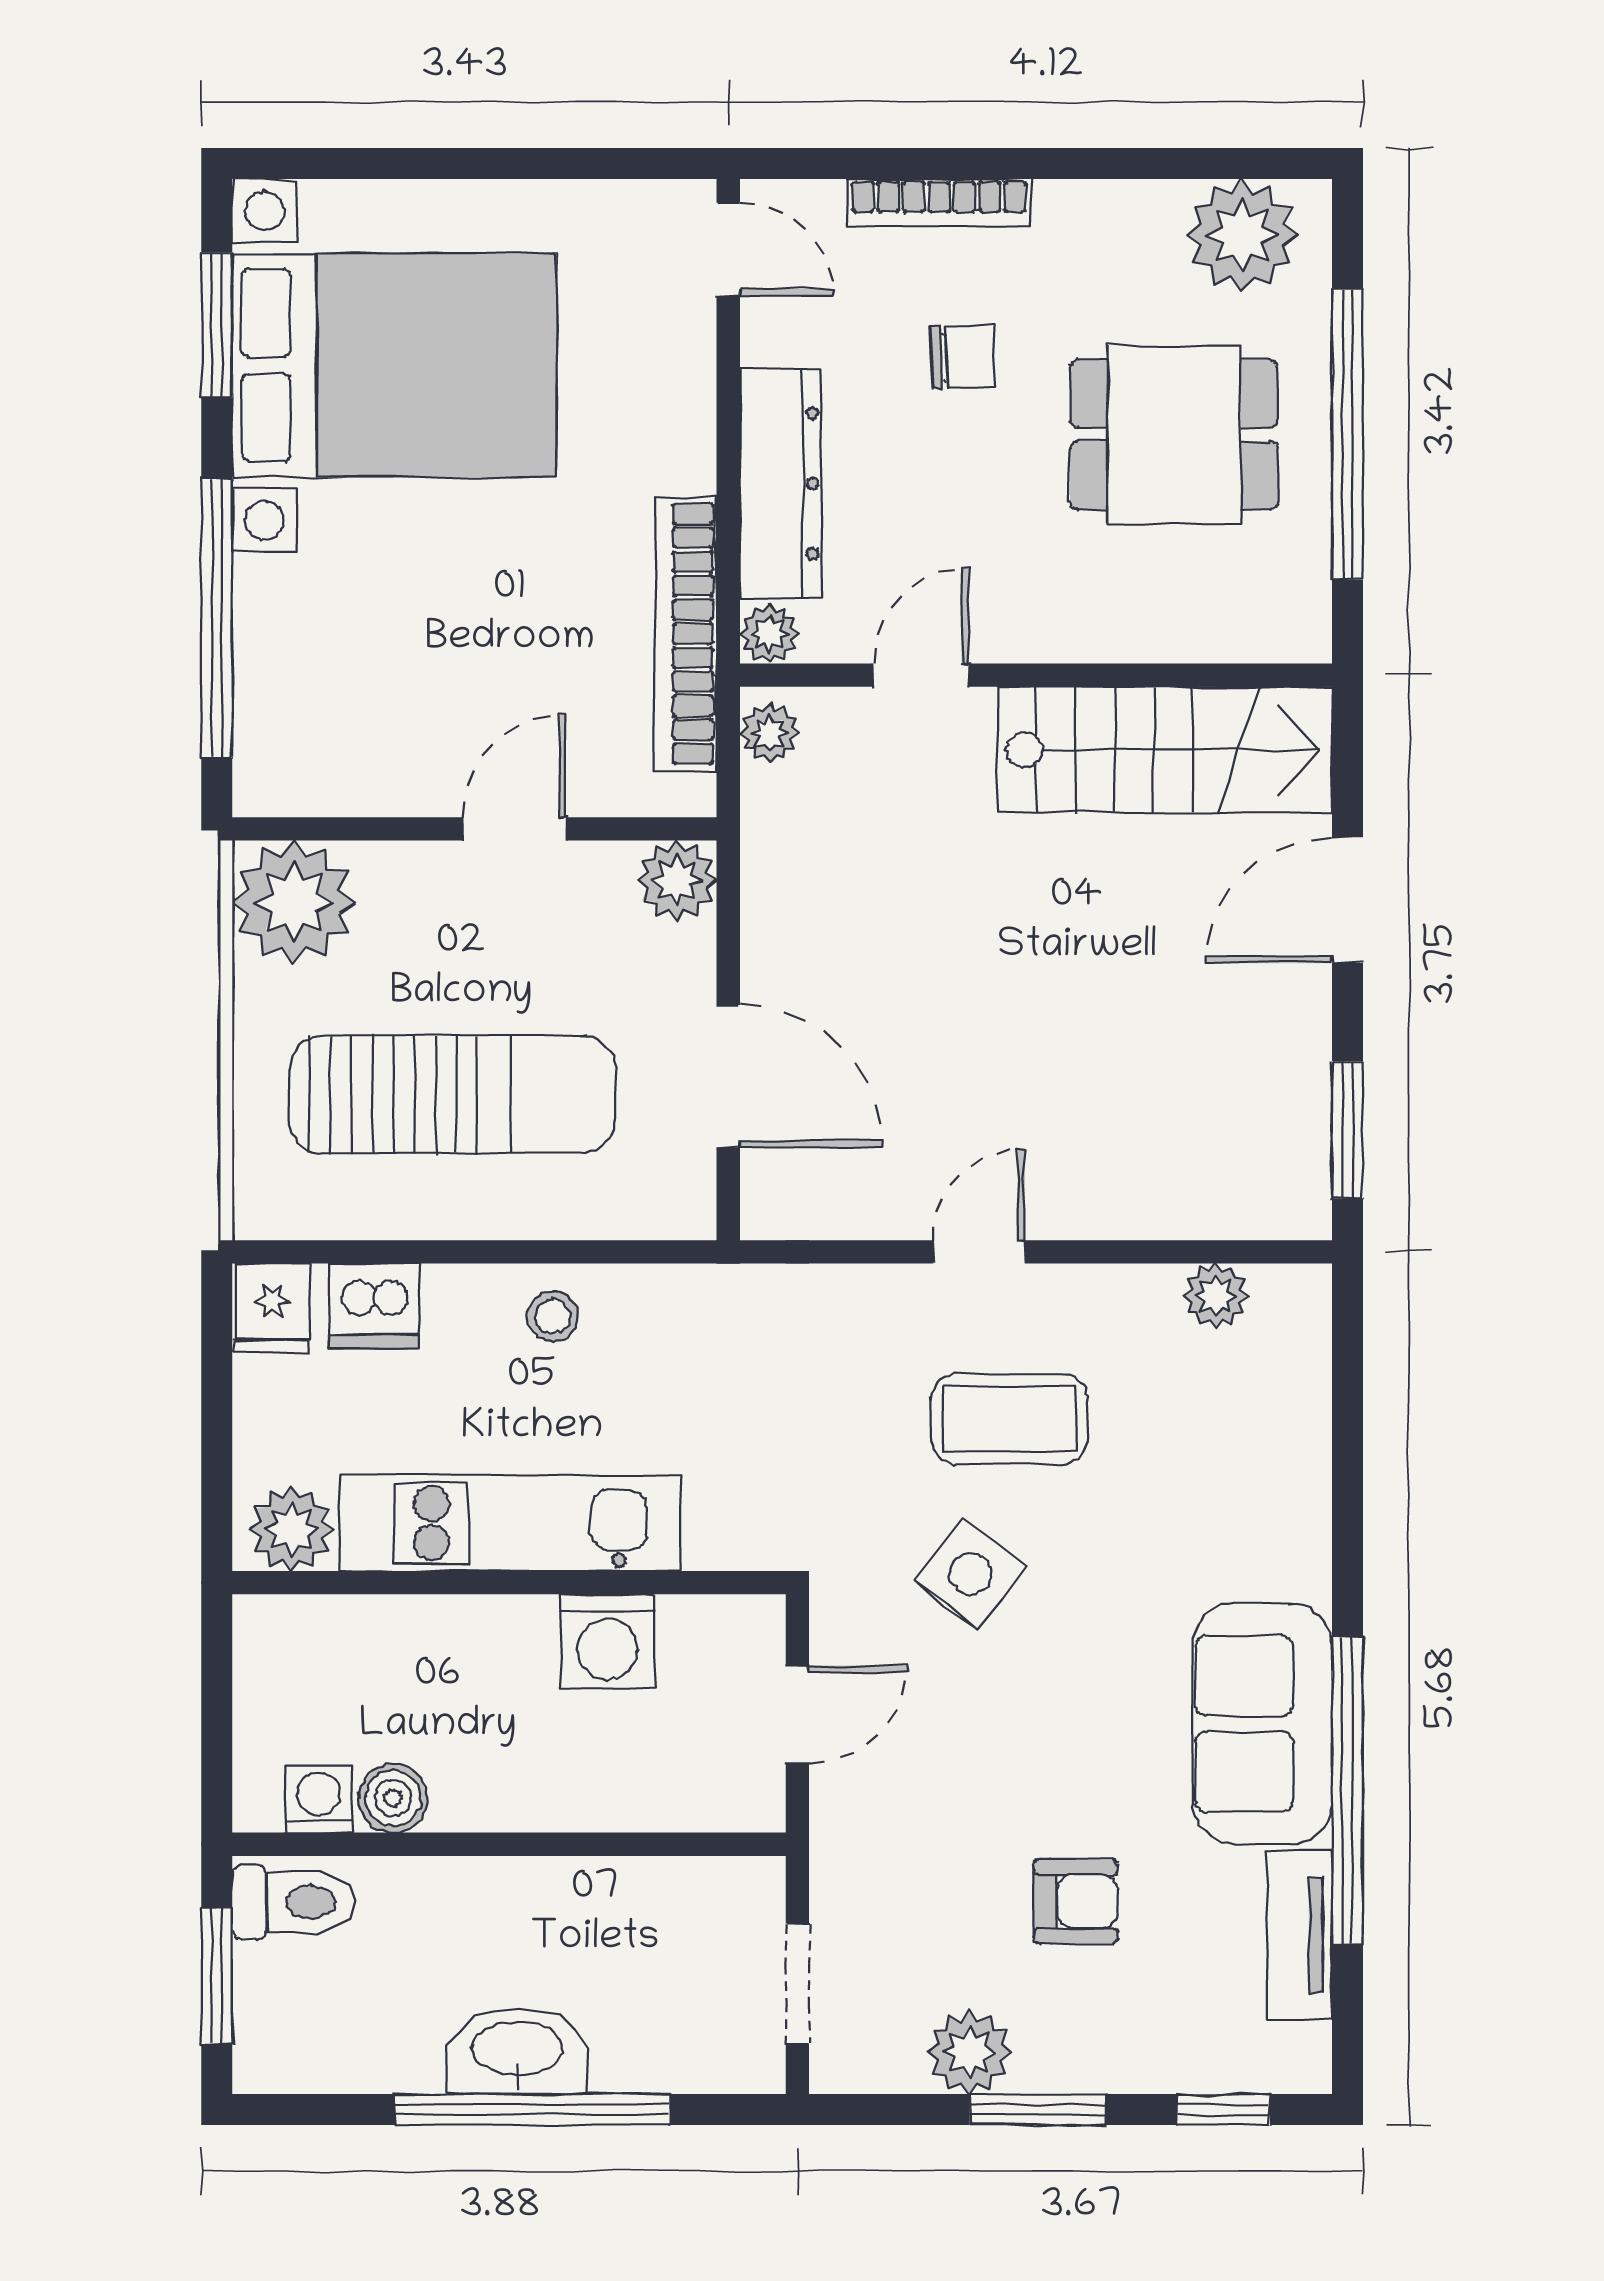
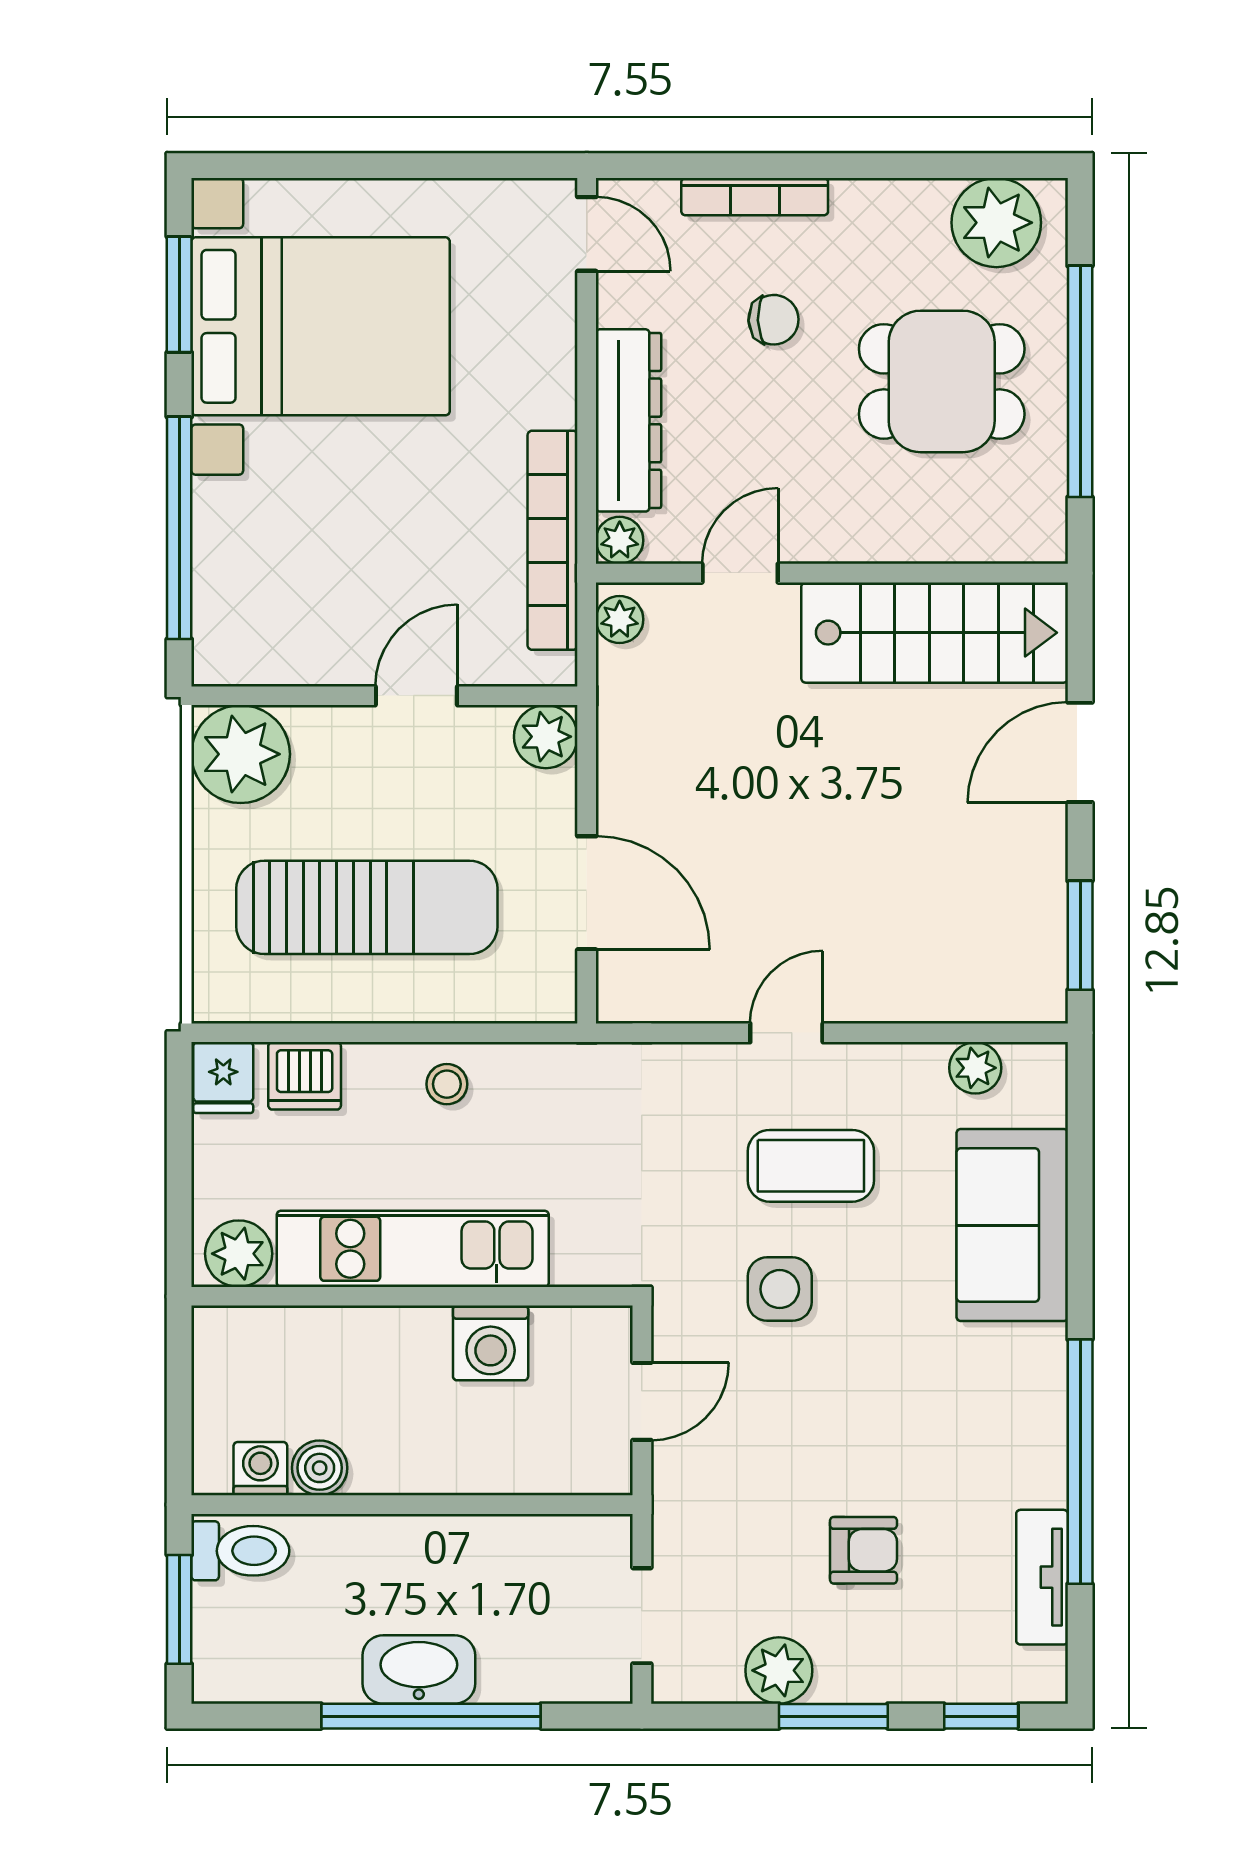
side table: (970, 1574) -> (780, 1289), turned -38
sofa: (1262, 1724) -> (1012, 1225), moved

